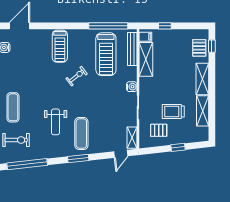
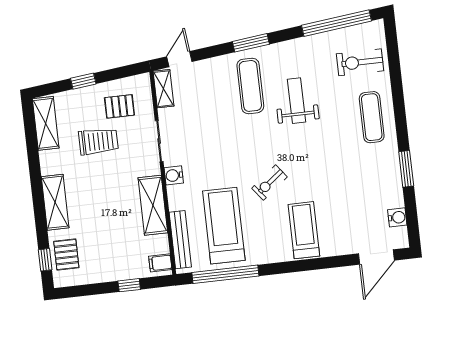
shelving: (146, 59) -> (153, 205), moved
shelving: (203, 111) -> (46, 123), moved

